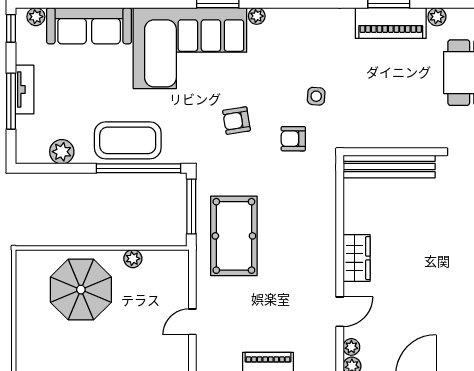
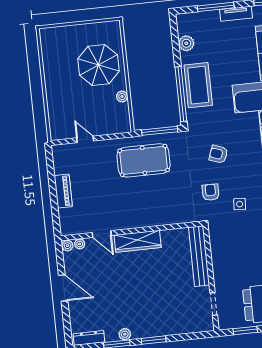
tv unit: (25, 89) -> (236, 14), moved
armchair: (236, 121) -> (218, 154), turned -61
wardrobe: (357, 258) -> (138, 241), width x1.50

